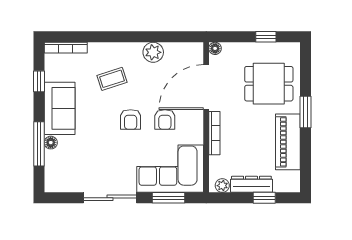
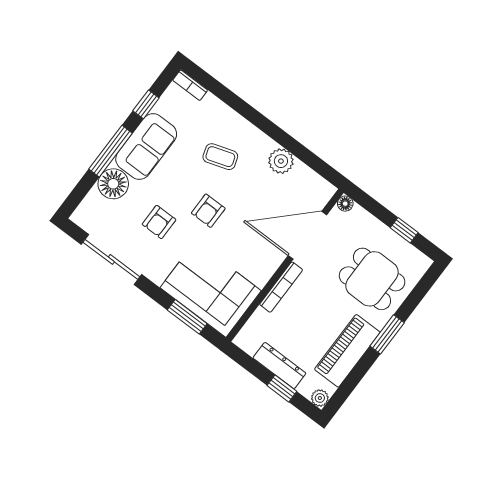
bookcase: (66, 48) -> (190, 85), width x0.64
armchair: (165, 120) -> (159, 222), moved
floor lamp: (51, 143) -> (113, 184), width x1.89, depth x1.89
window: (39, 144) -> (111, 151), moved
plant: (222, 186) -> (320, 398), moved
sliding door: (110, 198) -> (111, 259), moved

